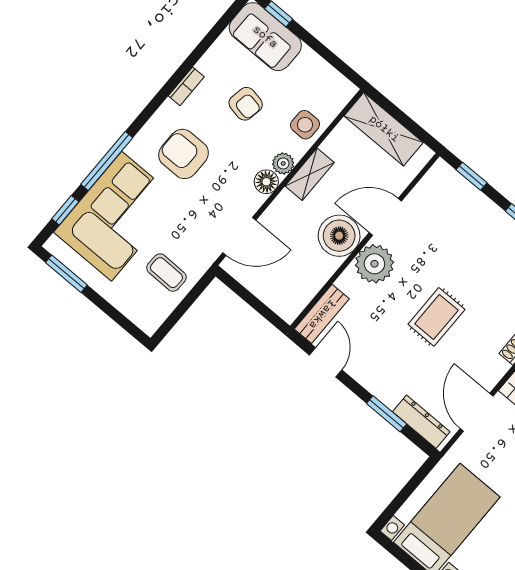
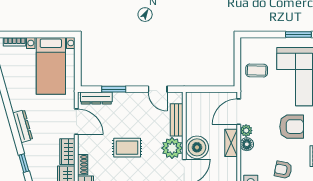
plant: (283, 163) -> (246, 131), moved
shelving: (310, 174) -> (231, 143), moved
bench: (322, 314) -> (177, 120), moved
rug: (436, 317) -> (127, 148), turned 90

